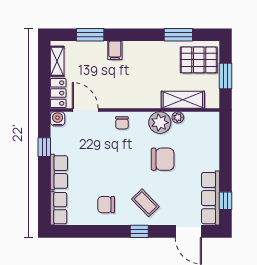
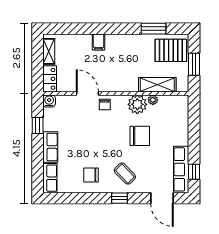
window: (90, 35) -> (77, 29), removed
door: (85, 110) -> (87, 93), moved

